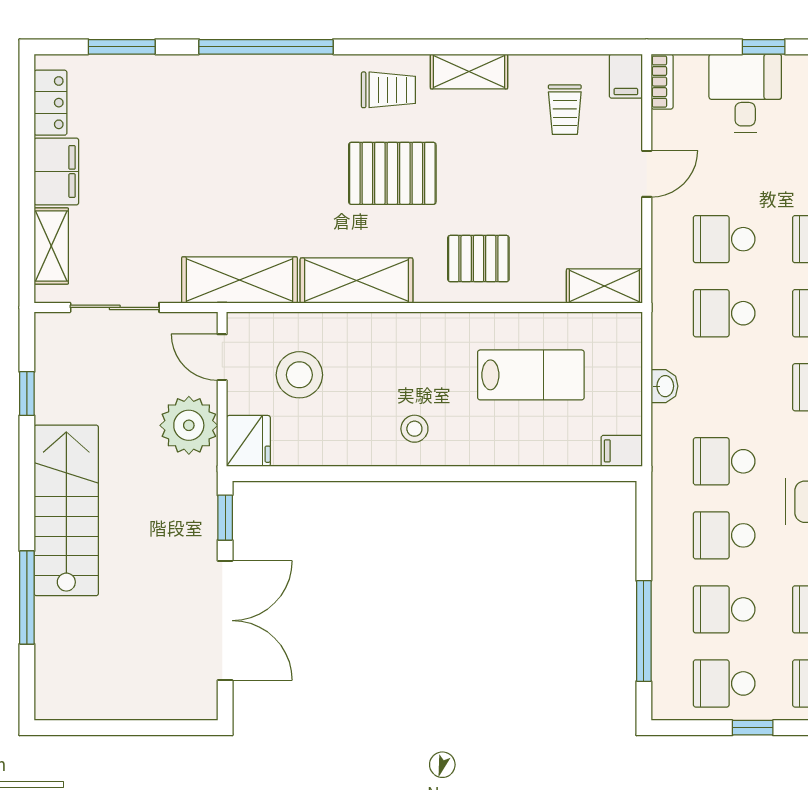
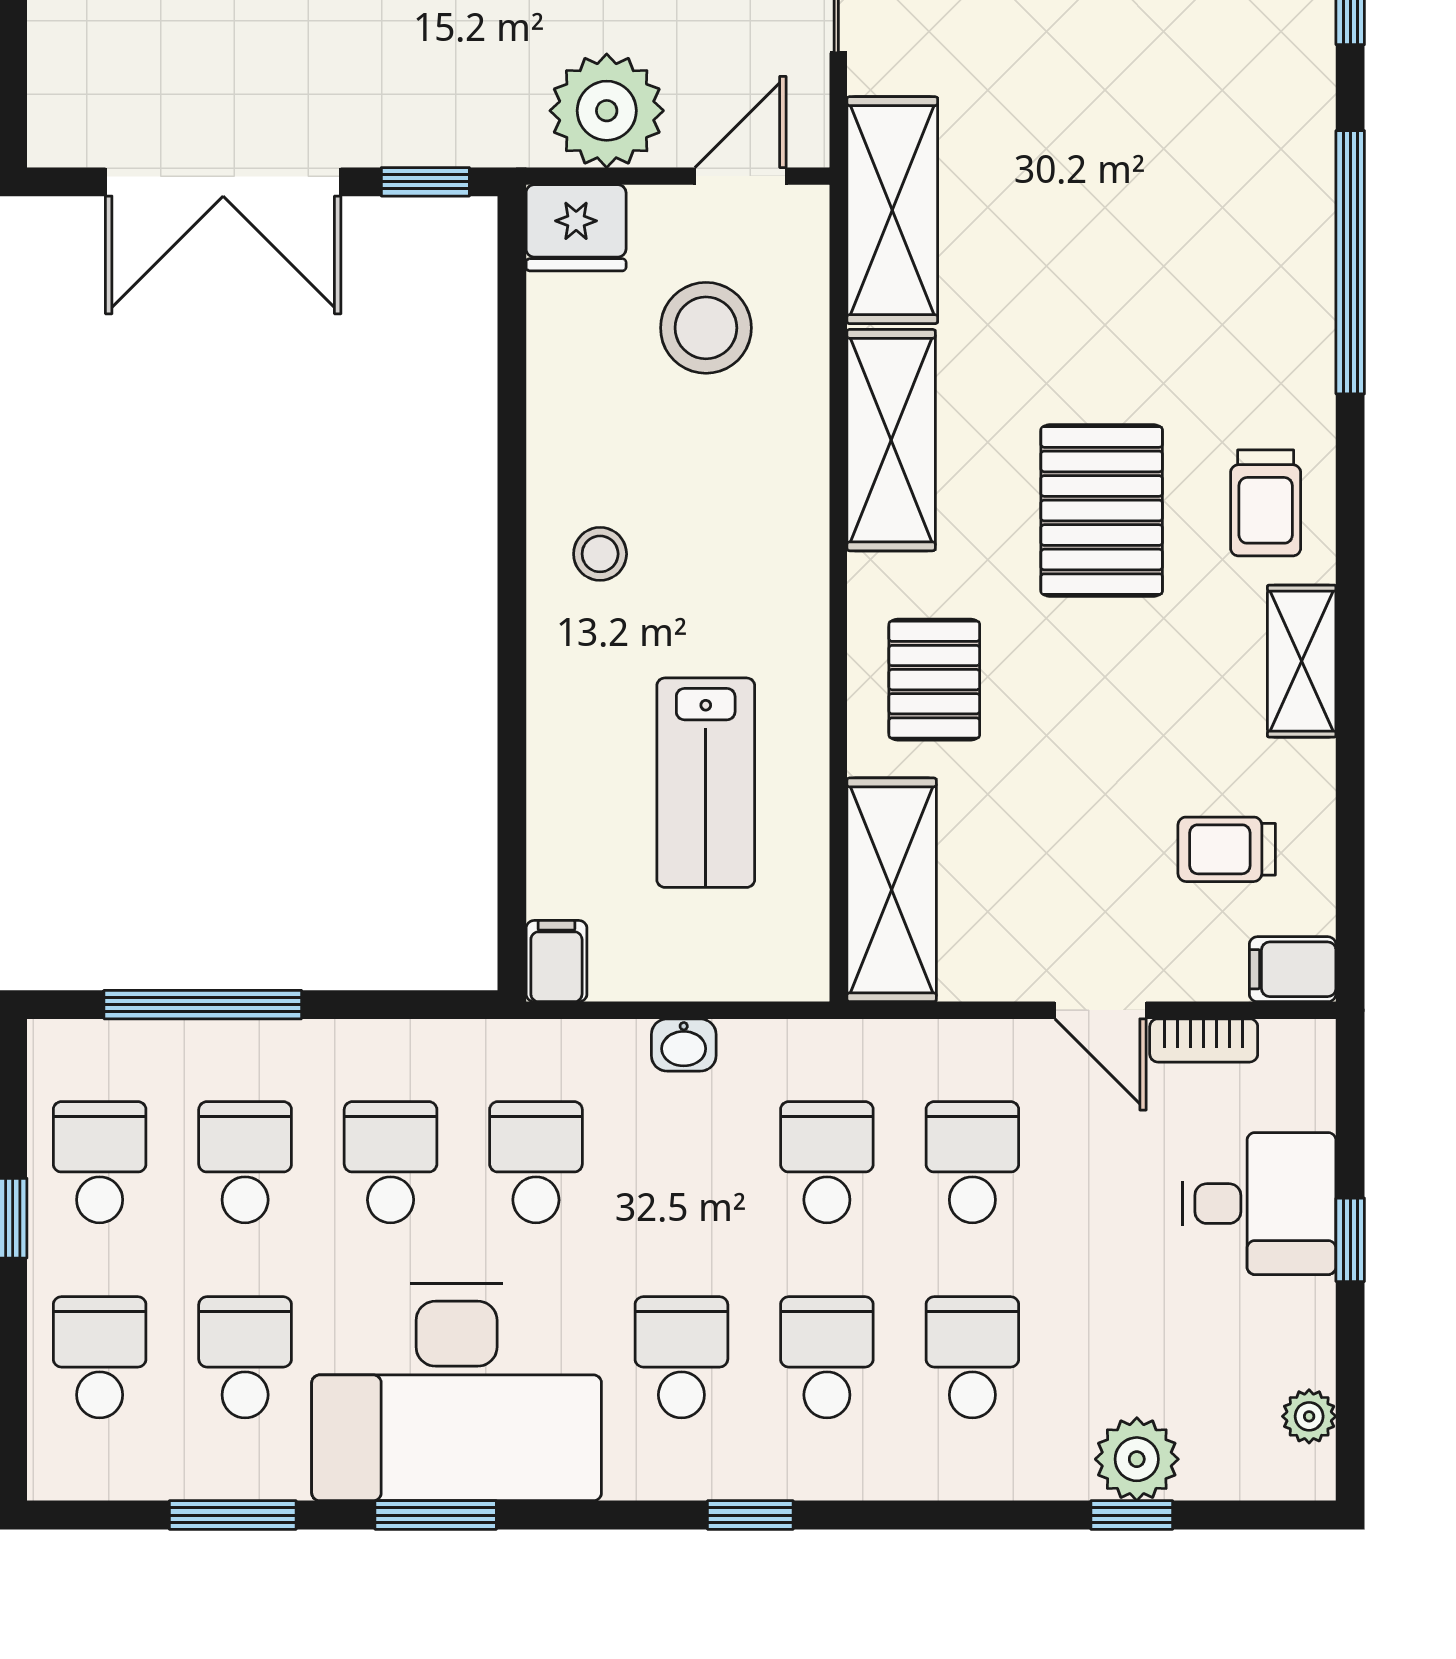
bookcase: (662, 82) -> (1204, 1040), moved
shelving: (604, 286) -> (892, 890), width x1.50, depth x1.33

